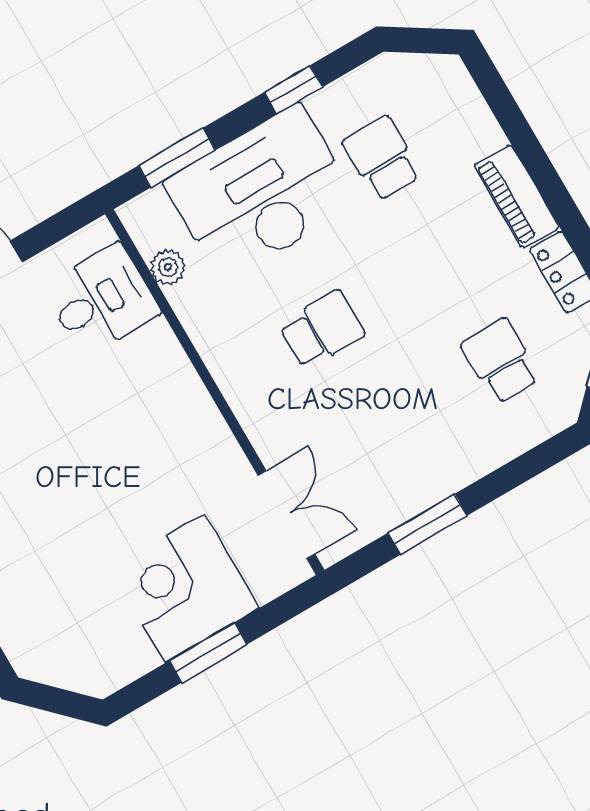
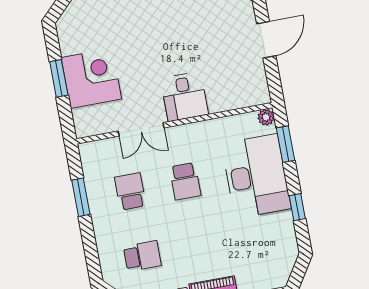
school desk: (382, 158) -> (130, 191), moved, turned -90
plant: (168, 267) -> (266, 117), moved
desk: (101, 300) -> (184, 96), moved
double door: (286, 515) -> (141, 129), moved

